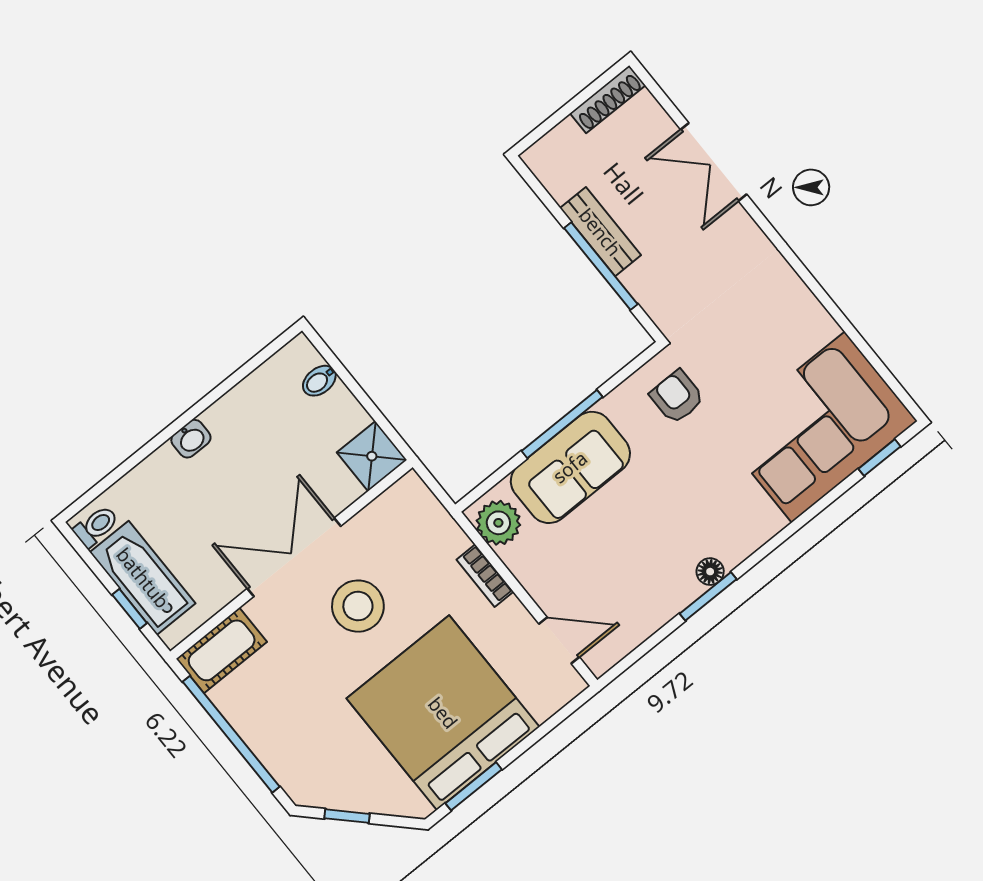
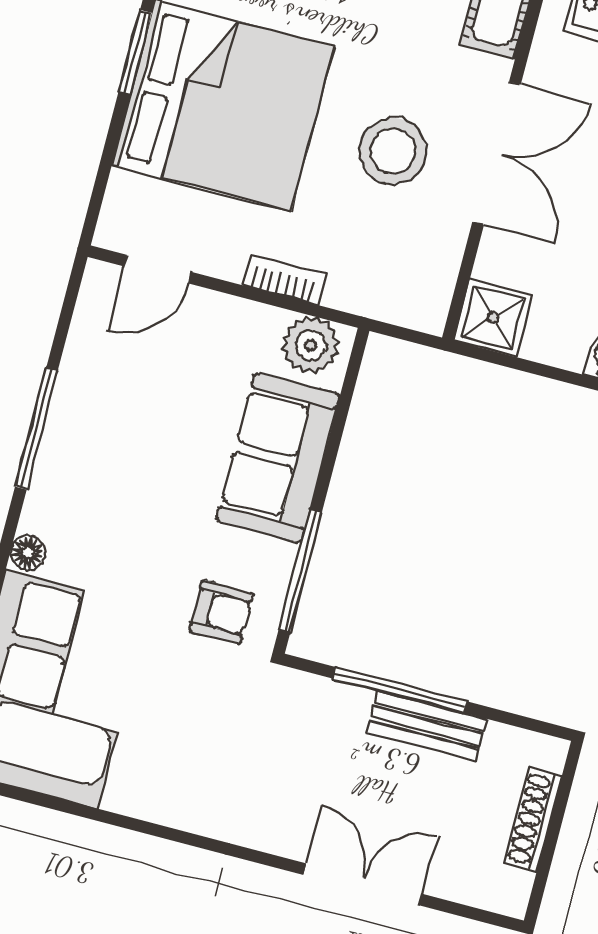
shoe rack: (608, 99) -> (533, 820), moved
window: (562, 424) -> (300, 571), moved
floor lamp: (710, 572) -> (28, 553), moved
window: (708, 596) -> (36, 429), width x1.44

